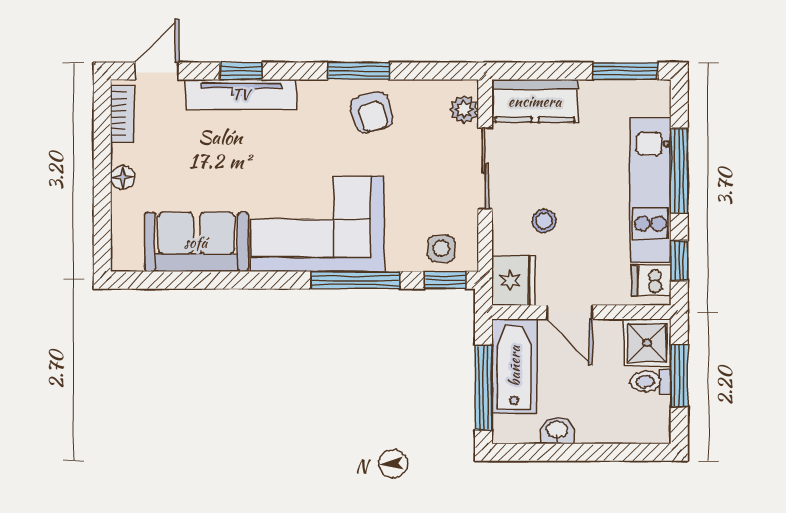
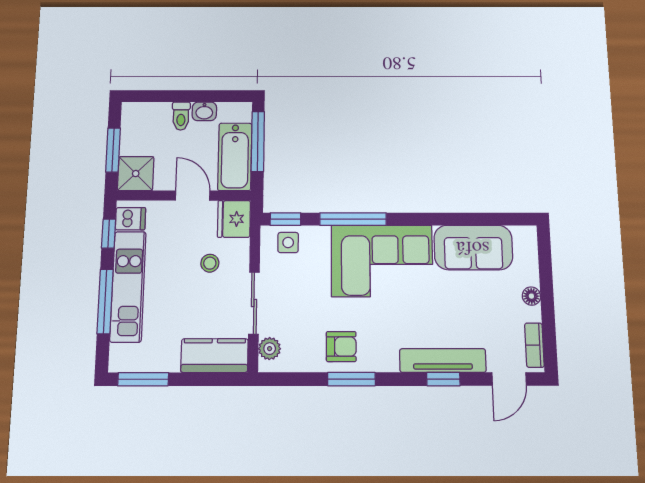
armchair: (372, 112) -> (341, 347), turned 106
toilet: (651, 381) -> (181, 116), moved, turned 90

